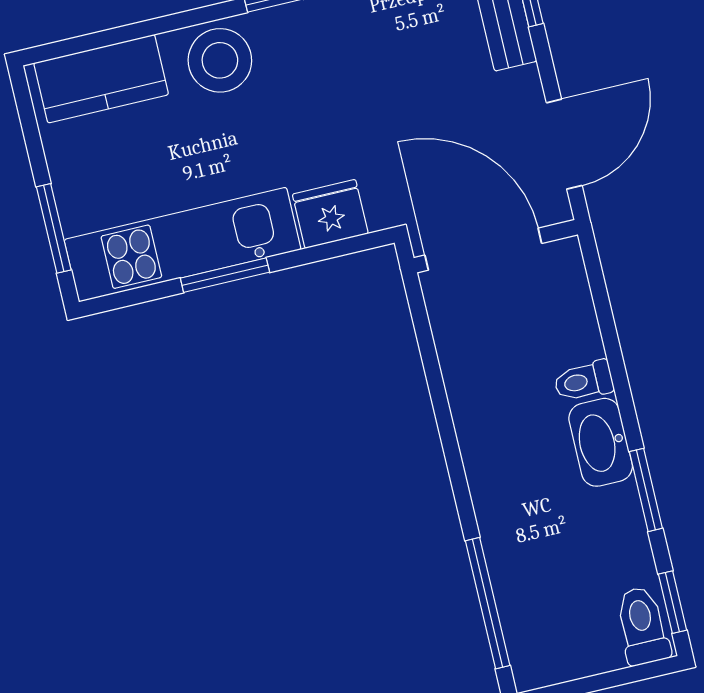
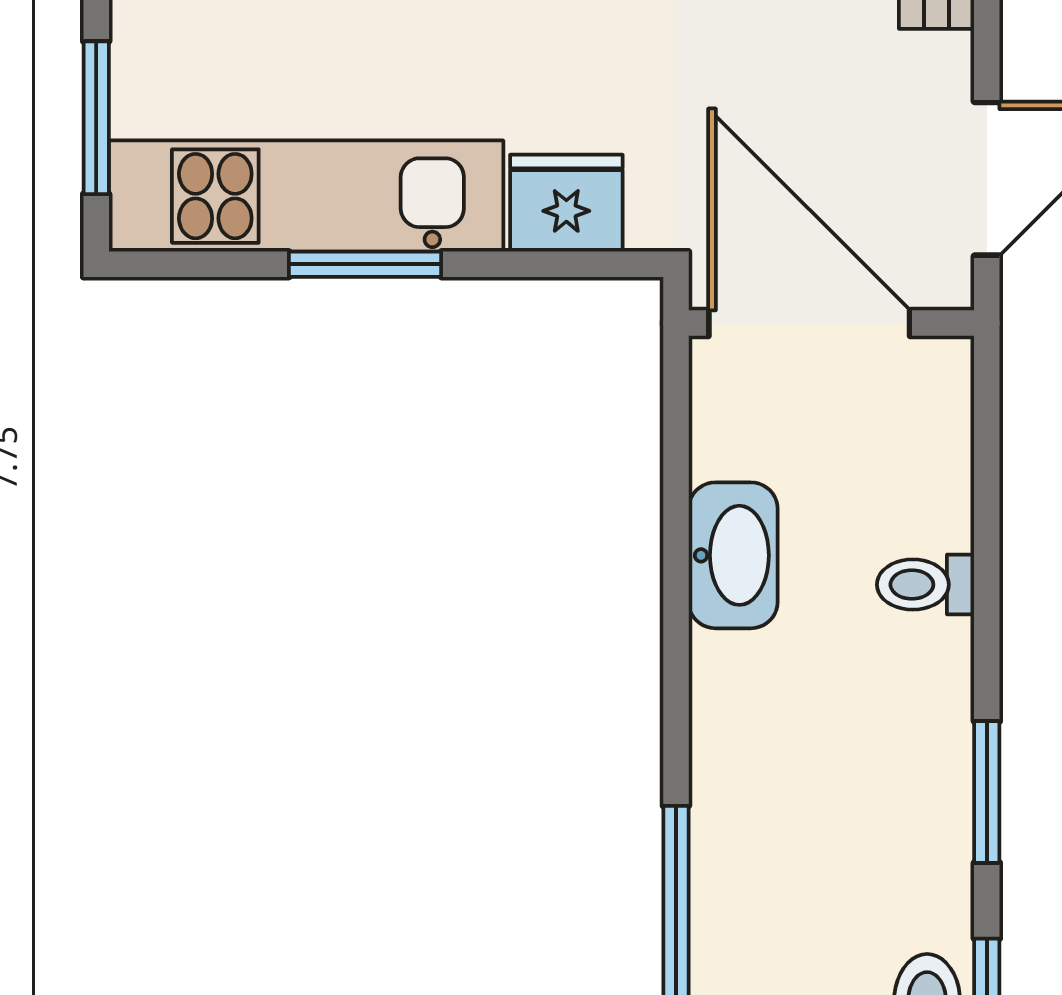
washbasin: (601, 442) -> (733, 555), moved, turned 180

